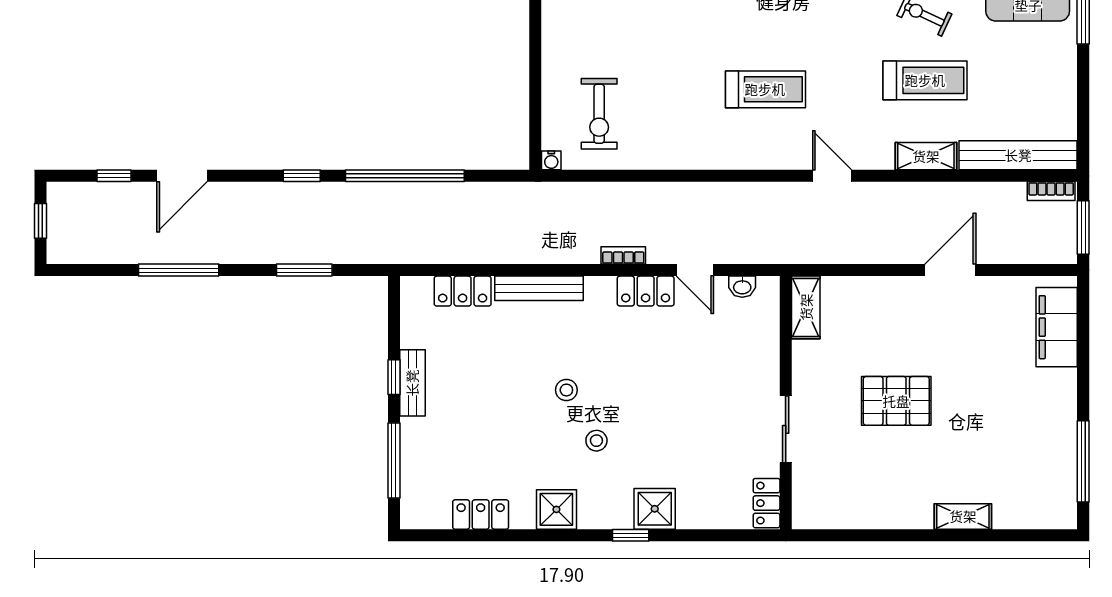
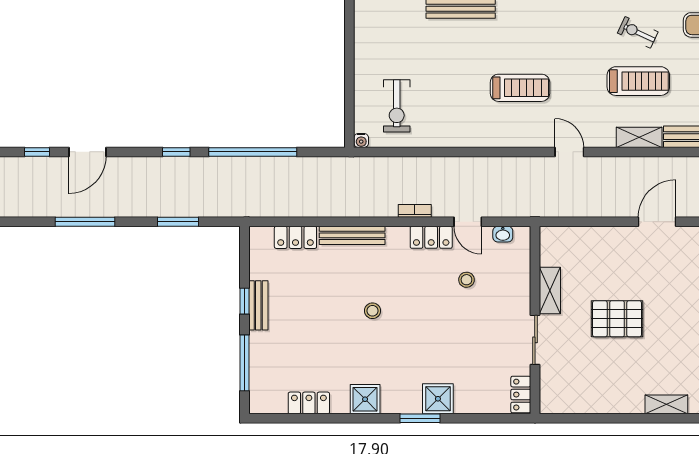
shelving: (806, 307) -> (550, 290), moved
stool: (596, 441) -> (466, 280), moved
window: (631, 535) -> (420, 418), width x1.50

